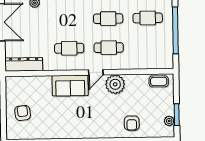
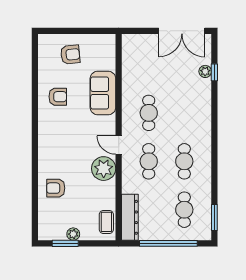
dresser: (24, 64) -> (130, 217), moved
sofa: (70, 86) -> (103, 93), moved
plant: (169, 121) -> (73, 234), moved
armchair: (57, 123) -> (58, 97), added

